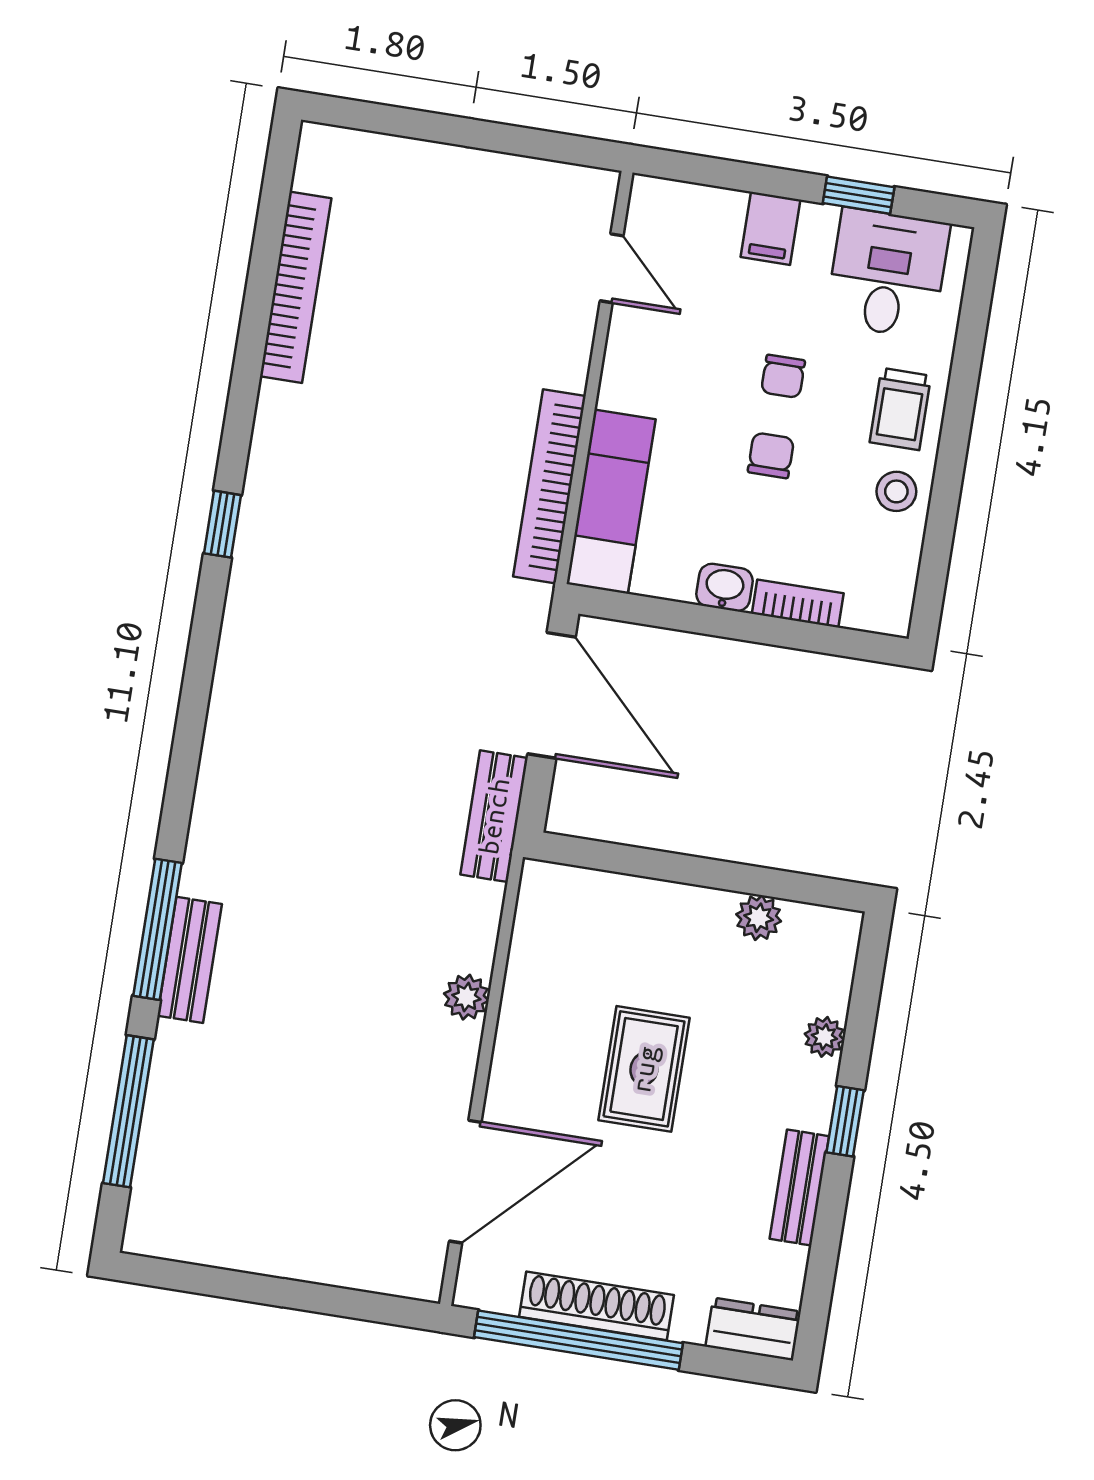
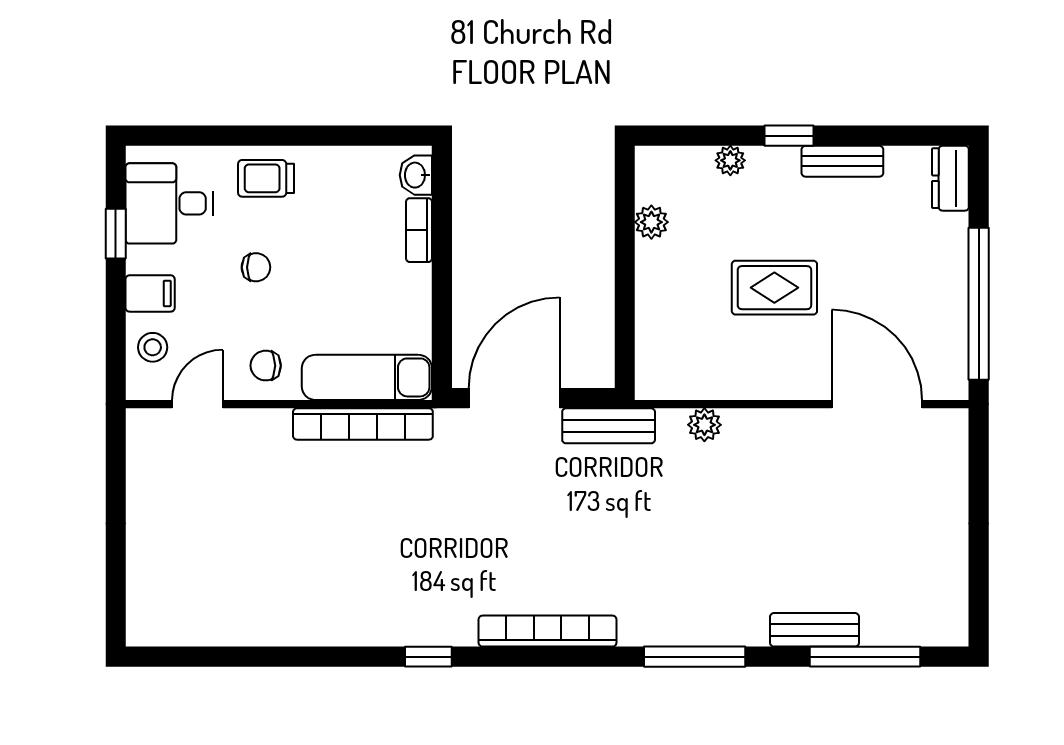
bookcase: (296, 287) -> (548, 631), moved
trolley: (900, 409) -> (266, 178), turned 180
chair: (771, 455) -> (266, 366), moved
stool: (896, 491) -> (153, 347), moved
washbasin: (725, 587) -> (416, 175), moved
window: (158, 929) -> (695, 657), moved
bench: (190, 960) -> (814, 630), moved
plant: (466, 997) -> (704, 425), moved
shoe rack: (597, 1306) -> (952, 295), removed

